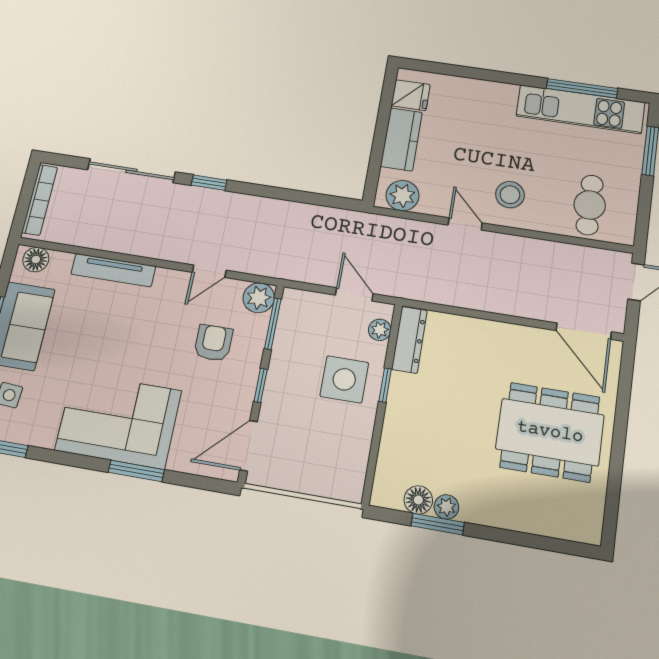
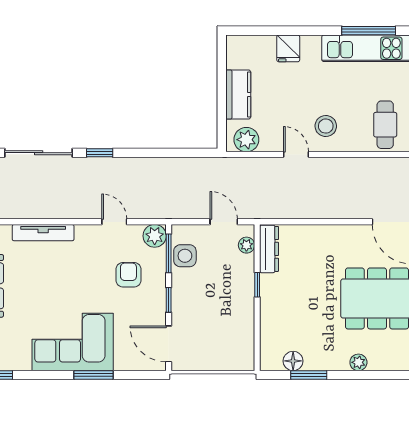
fridge: (411, 95) -> (288, 48), moved, turned 90
door: (209, 271) -> (114, 222), swing flipped
side table: (344, 379) -> (185, 256), moved, width x0.73, depth x0.73
door: (249, 446) -> (169, 344), hinge flipped
plant: (446, 507) -> (358, 362), moved

